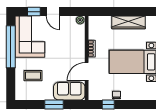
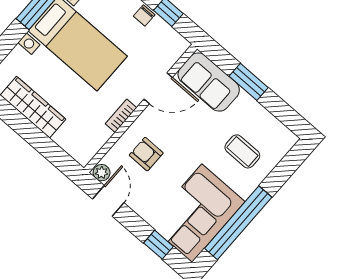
door: (53, 12) -> (108, 201), moved
armchair: (69, 42) -> (146, 154), added

